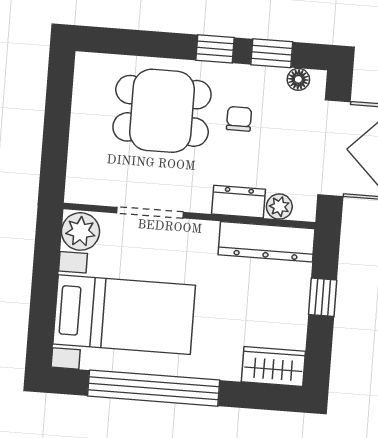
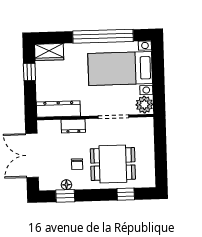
window: (215, 49) -> (126, 194), moved
floor lamp: (298, 79) -> (66, 185), moved
plant: (279, 207) -> (54, 126), removed
window: (323, 297) -> (29, 72), moved

